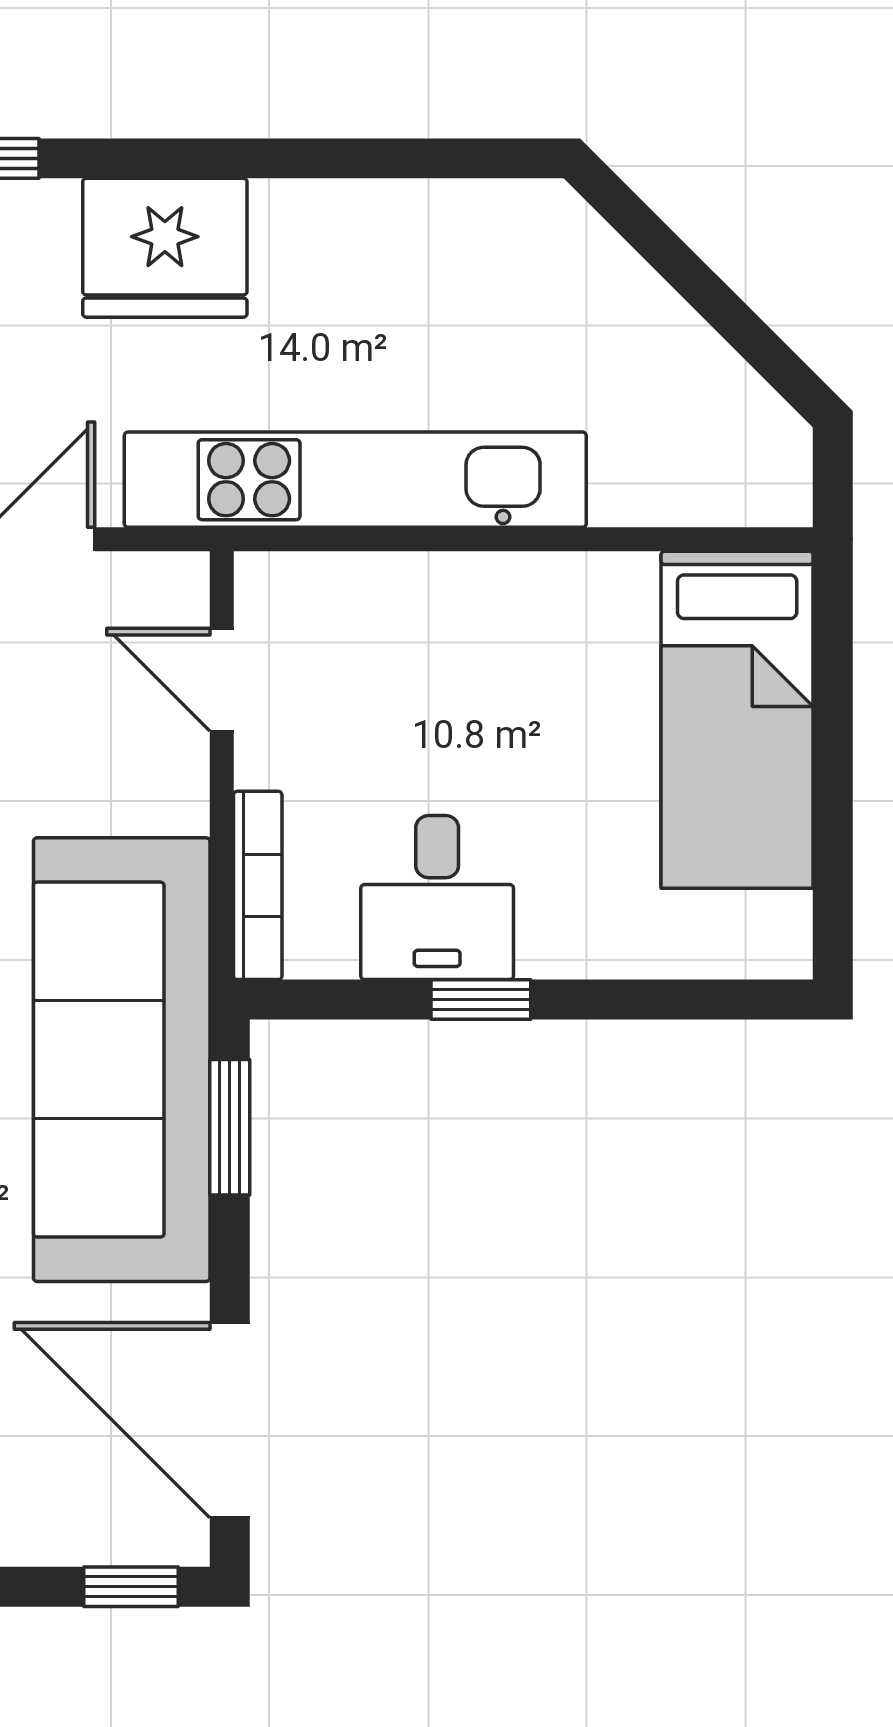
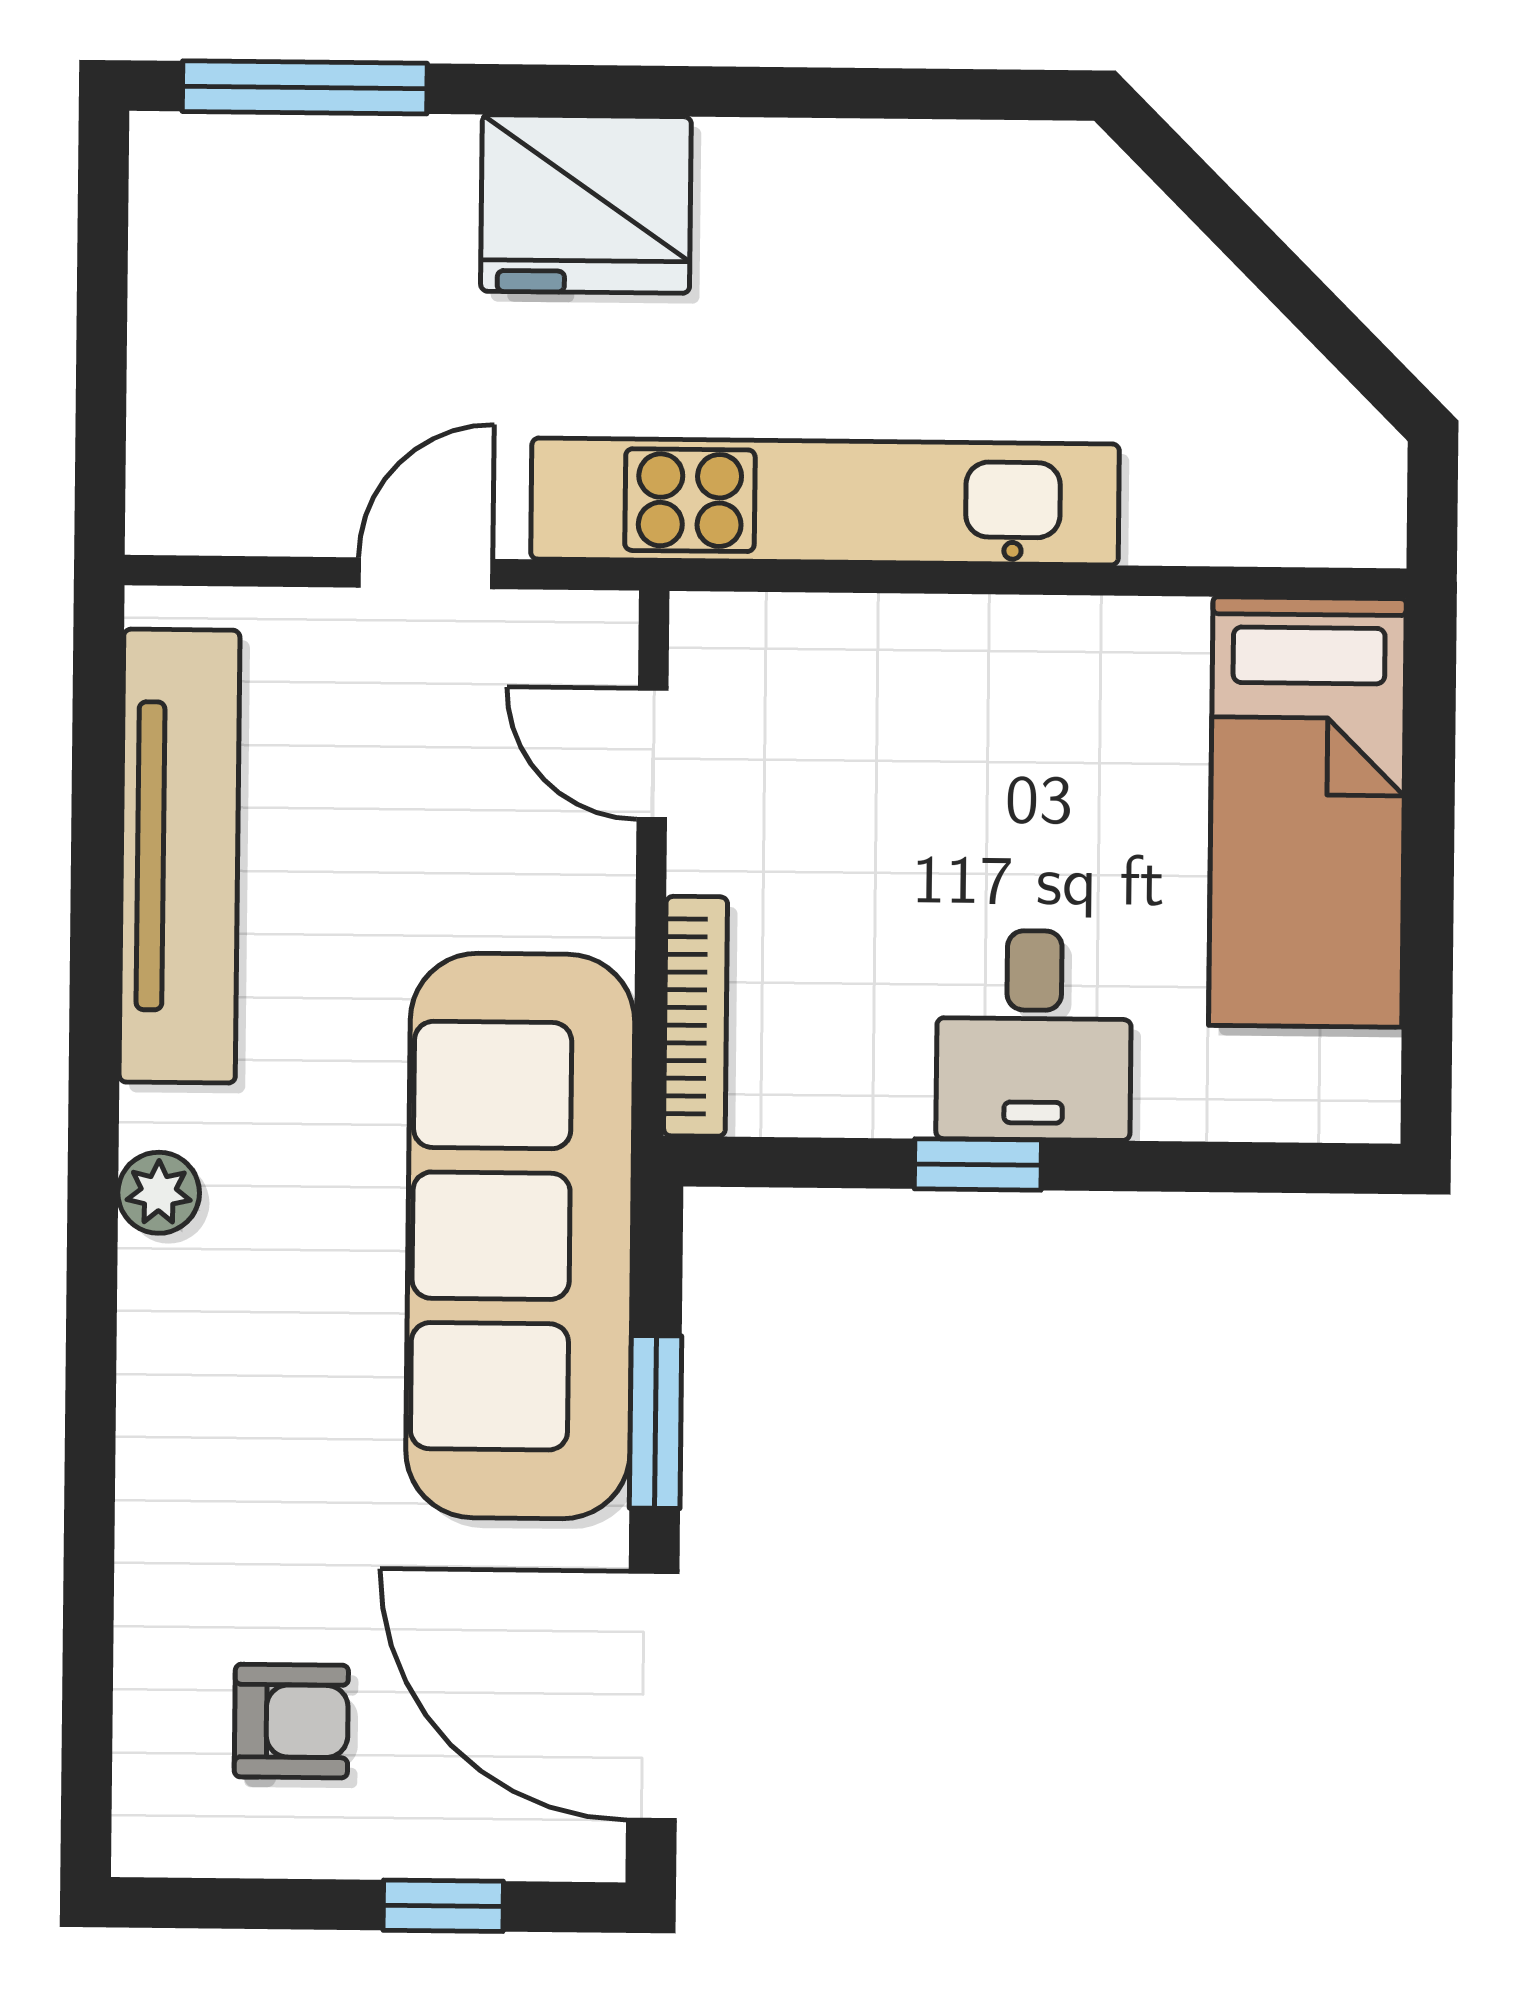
desk: (437, 898) -> (1034, 1035), moved
window: (230, 1127) -> (656, 1422), moved
window: (131, 1587) -> (443, 1906), moved

